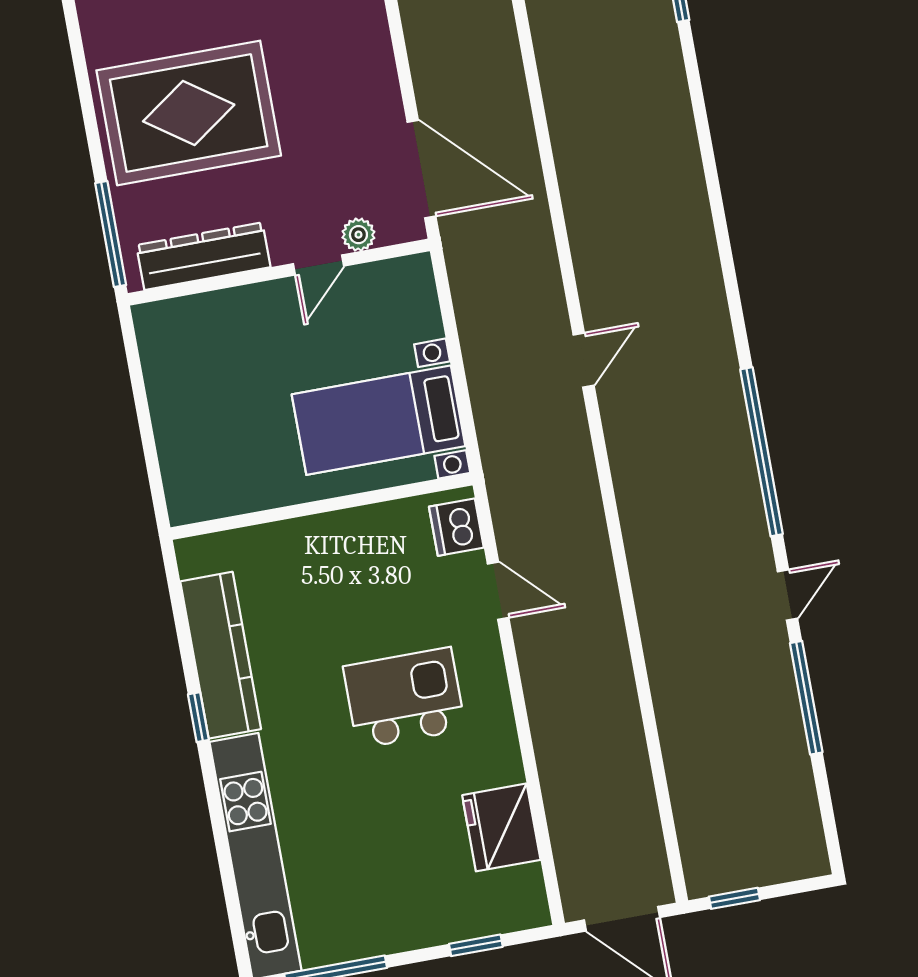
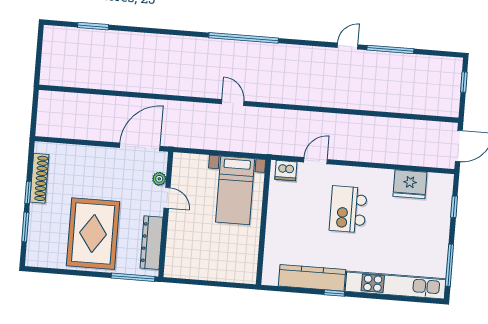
window: (762, 452) -> (244, 38), moved
door: (788, 595) -> (348, 46), hinge flipped
window: (734, 898) -> (464, 82), moved

